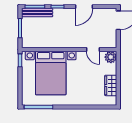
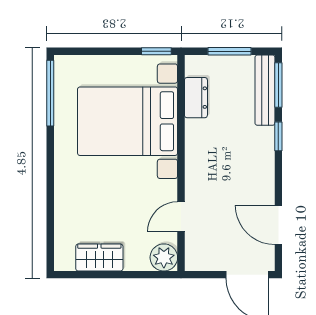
door: (84, 7) -> (278, 225), moved
dresser: (40, 43) -> (196, 98), added

